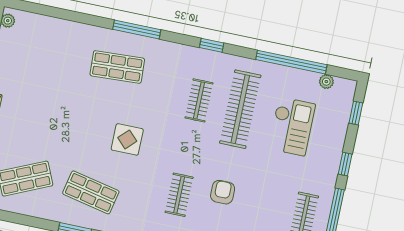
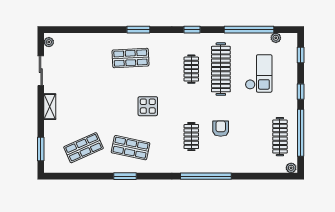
window: (137, 30) -> (138, 30), width x0.69

